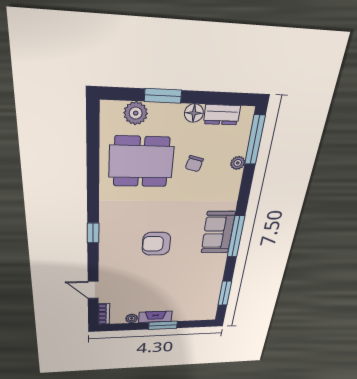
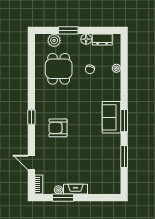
window: (255, 140) -> (124, 54), removed
dining table: (141, 162) -> (59, 69), width x0.73
window: (236, 236) -> (124, 121), width x0.69
armchair: (156, 244) -> (58, 128), moved
window: (225, 293) -> (124, 157), moved
window: (163, 325) -> (63, 198), moved

